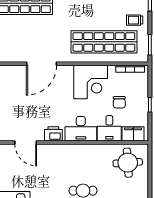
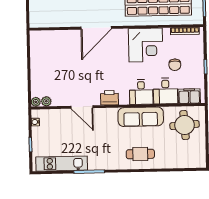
desk: (81, 129) -> (141, 92), width x0.73
sofa: (84, 153) -> (141, 117), added

